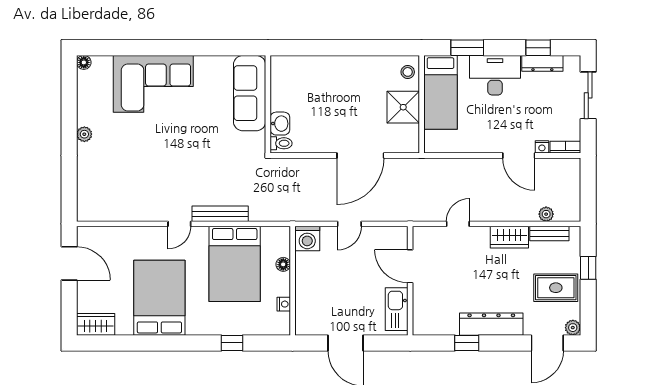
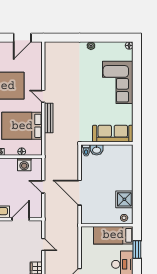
shower: (403, 107) -> (124, 199), moved
washing machine: (307, 238) -> (24, 164), moved, turned -90

